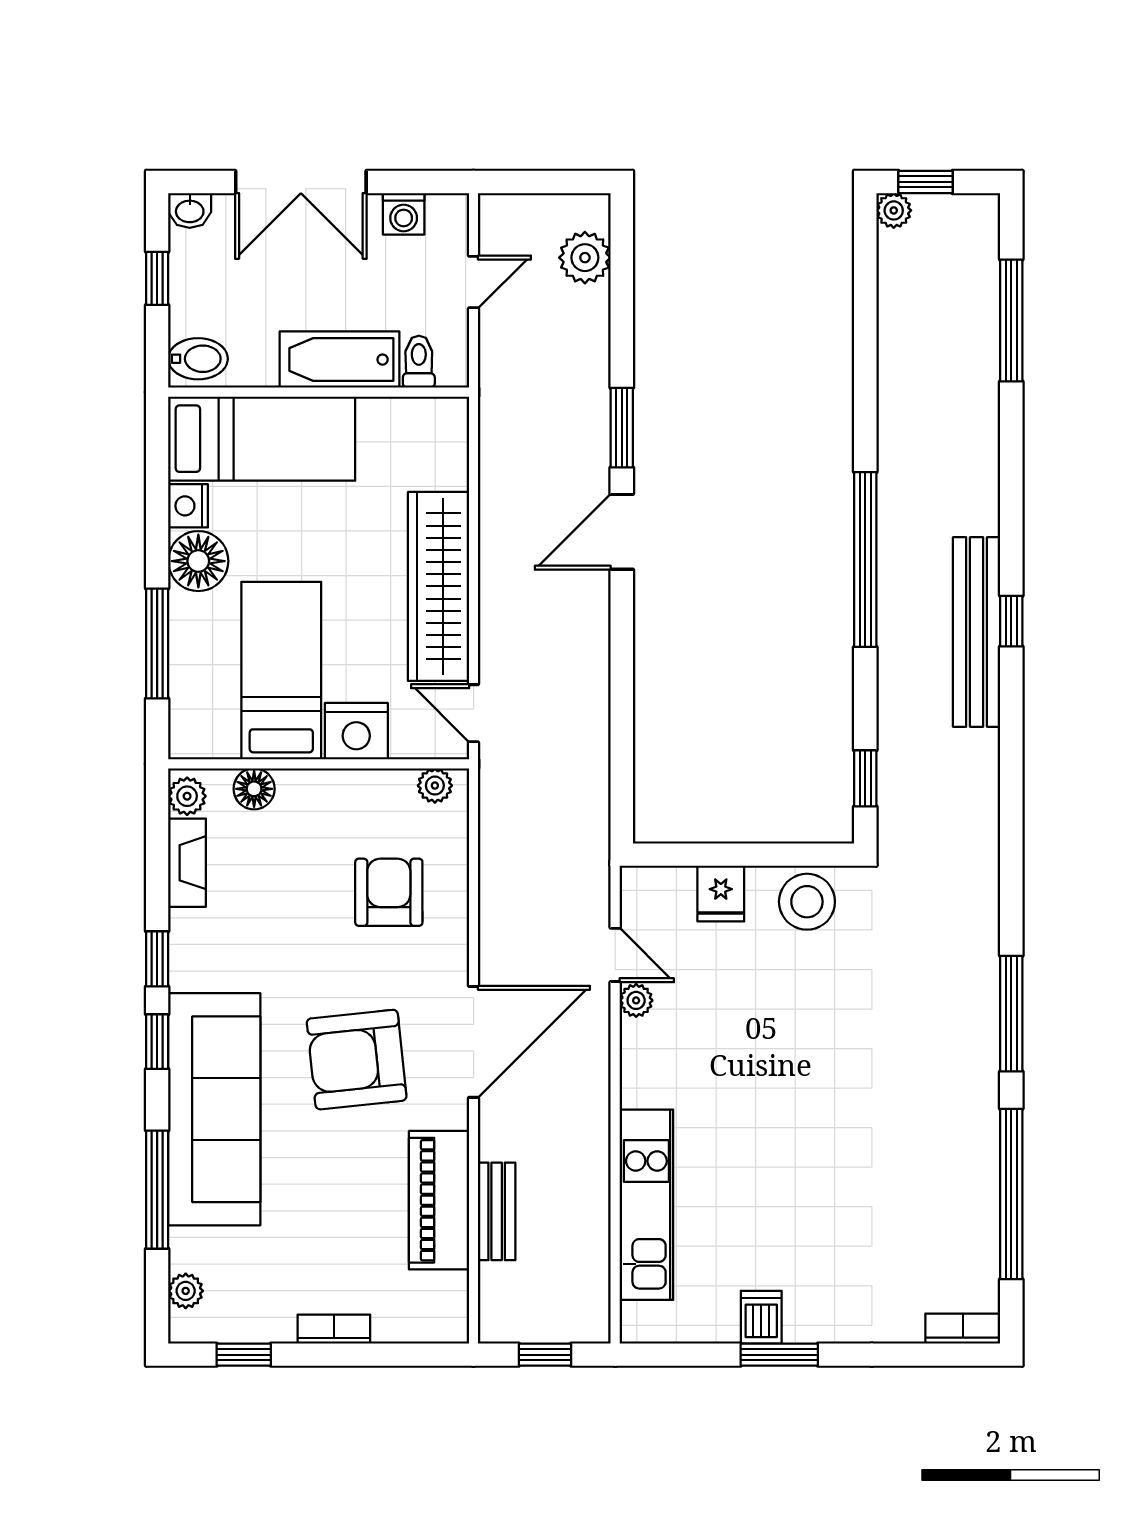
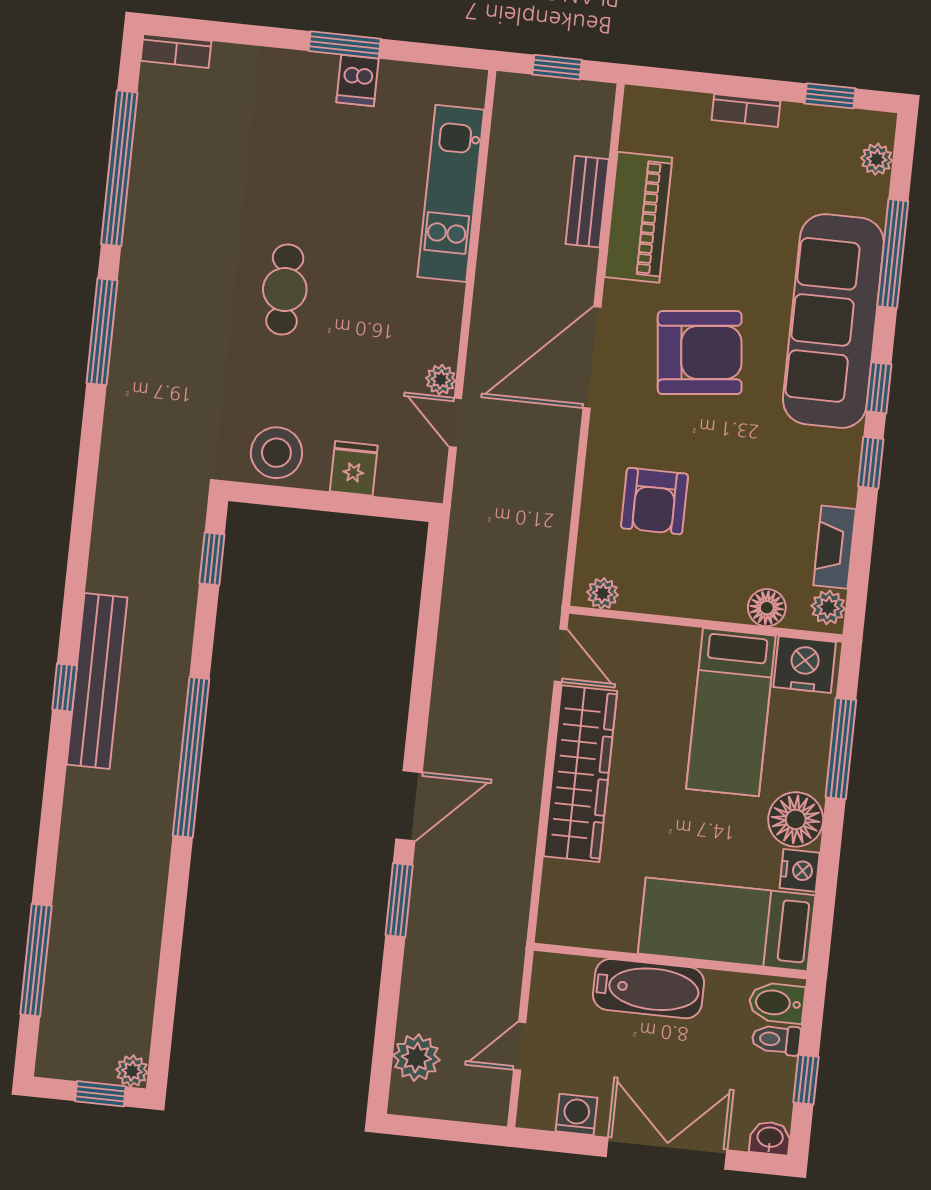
toilet: (419, 362) -> (776, 1040), moved, turned 90
nightstand: (356, 731) -> (805, 665), moved
cafe table: (817, 1081) -> (285, 289), added

